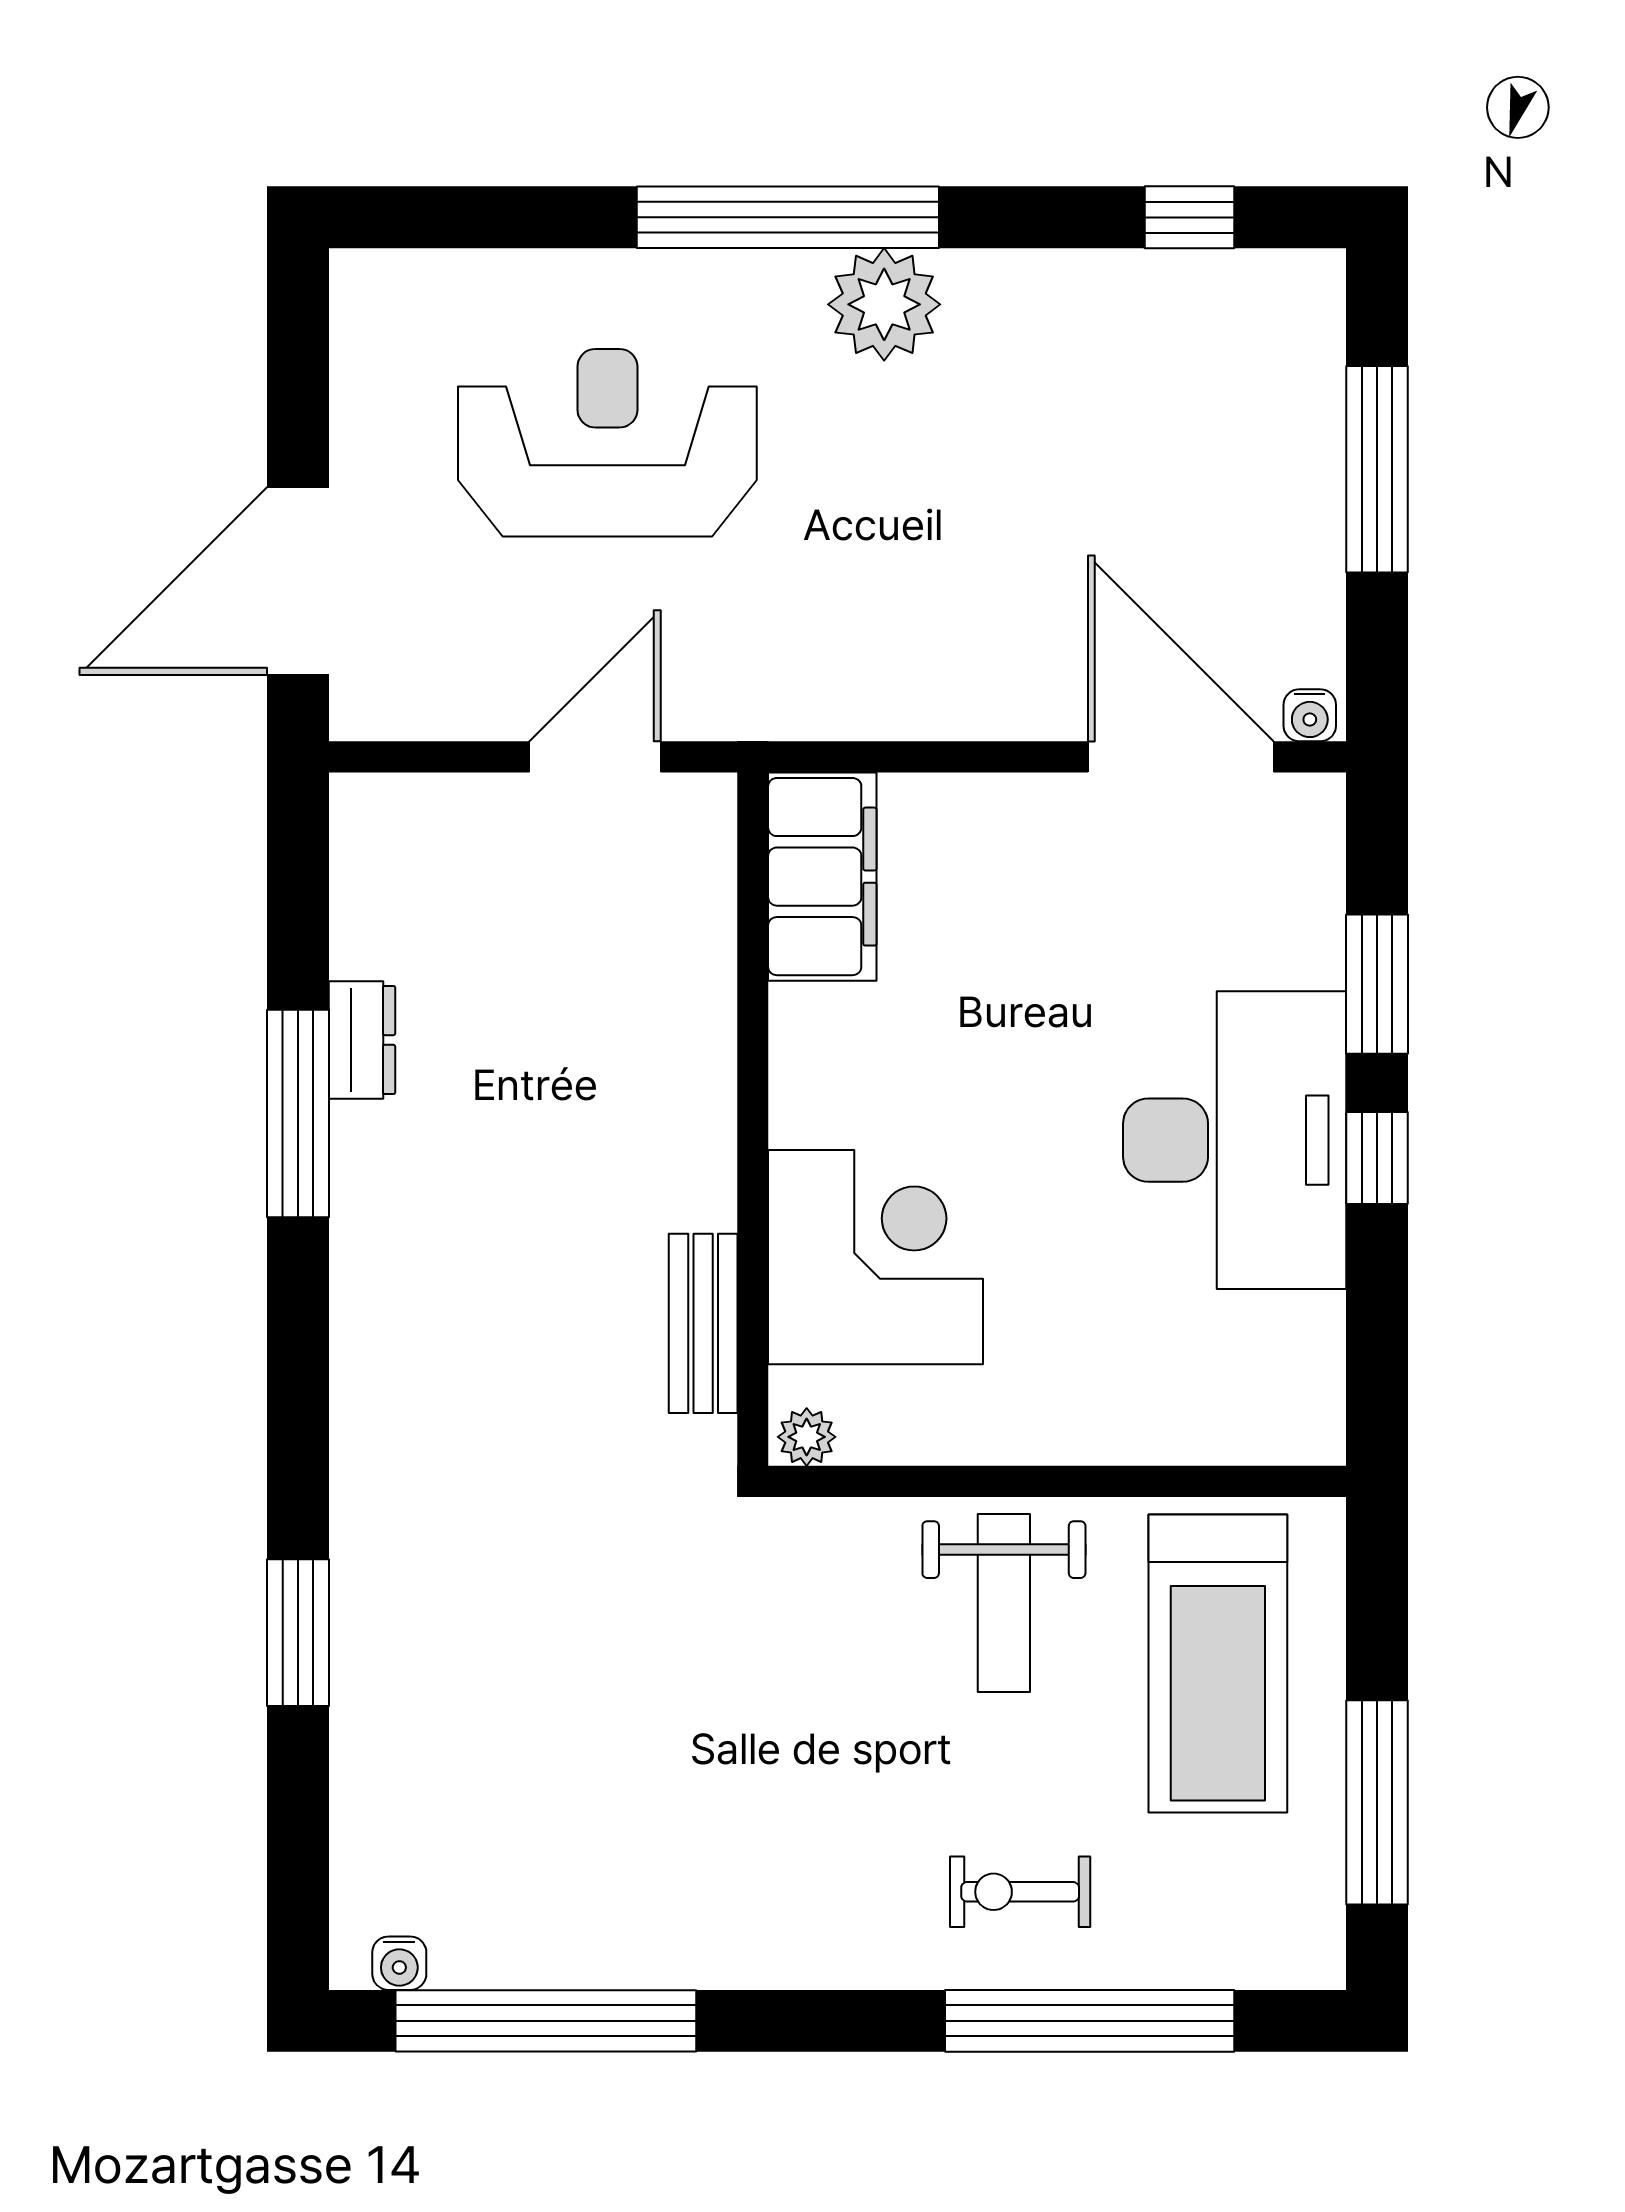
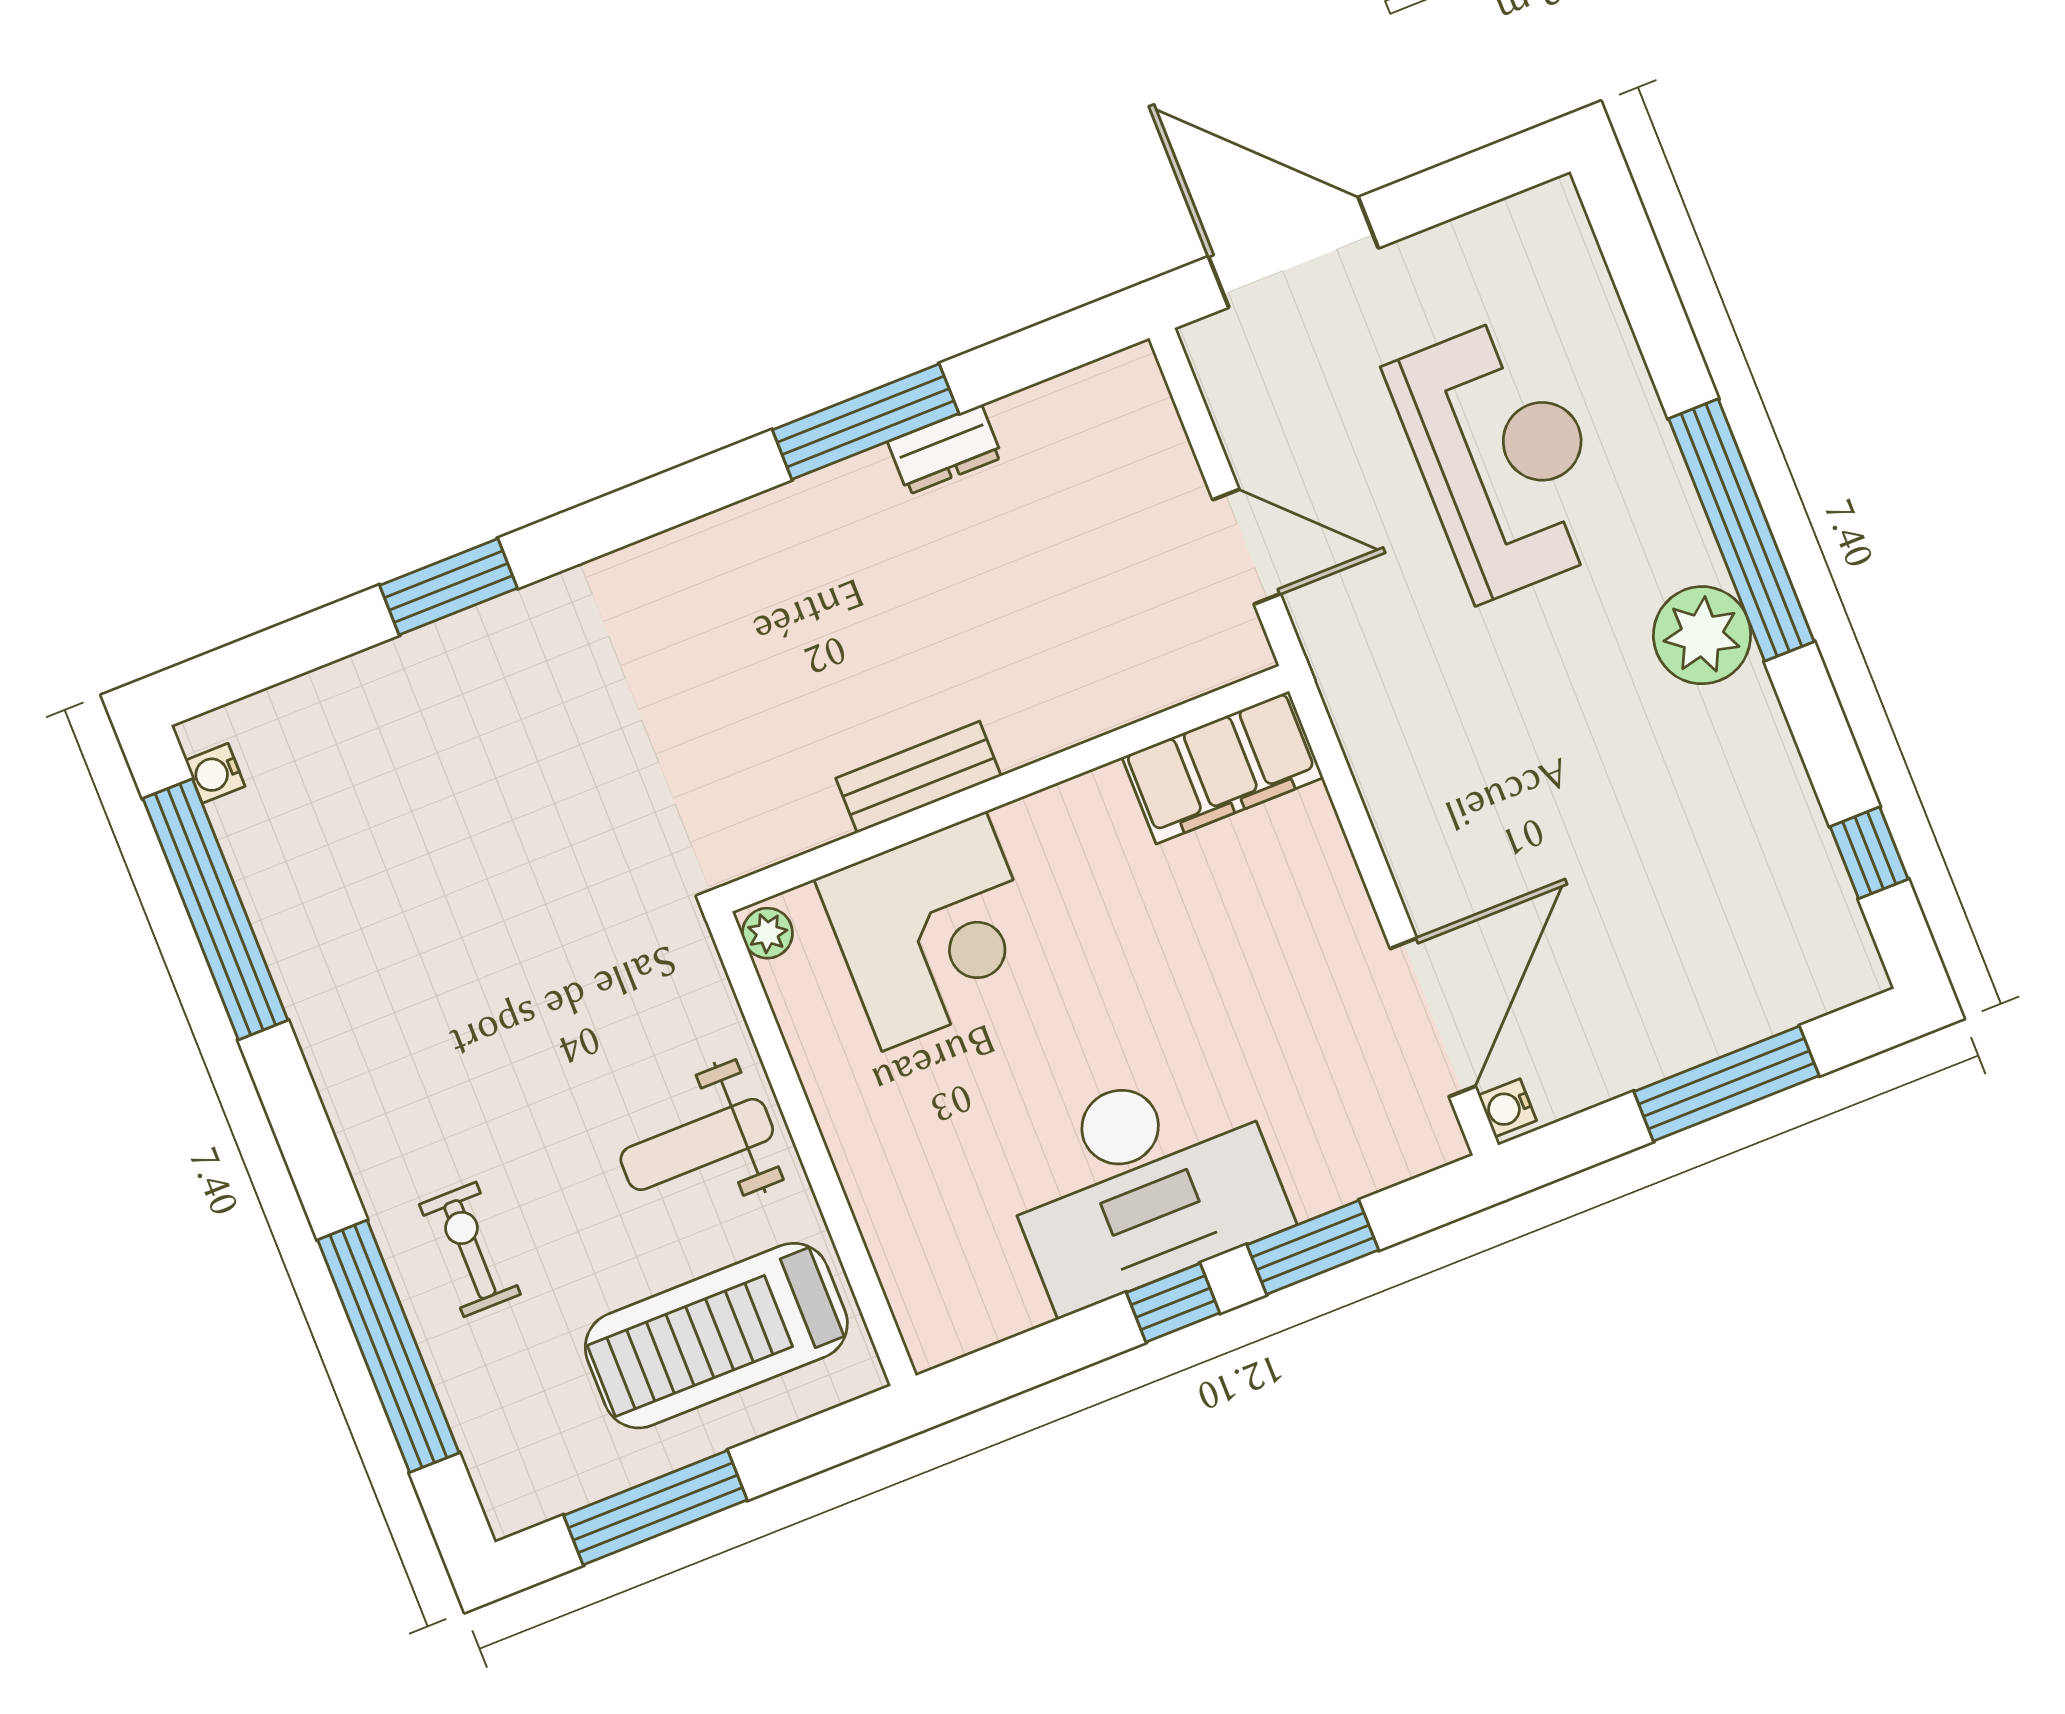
bench: (703, 1323) -> (919, 777), moved

